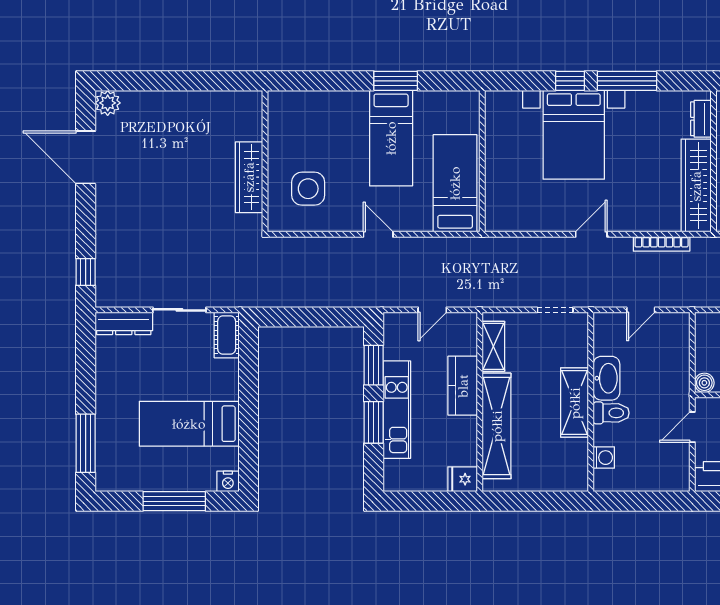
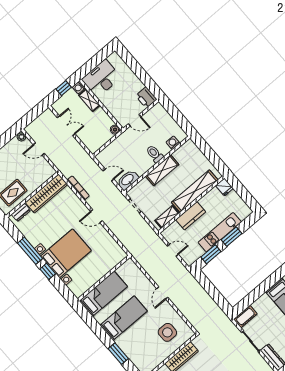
window: (396, 81) -> (118, 354), moved
bed: (455, 183) -> (103, 294), moved, turned 180
washbasin: (606, 378) -> (128, 180), moved

